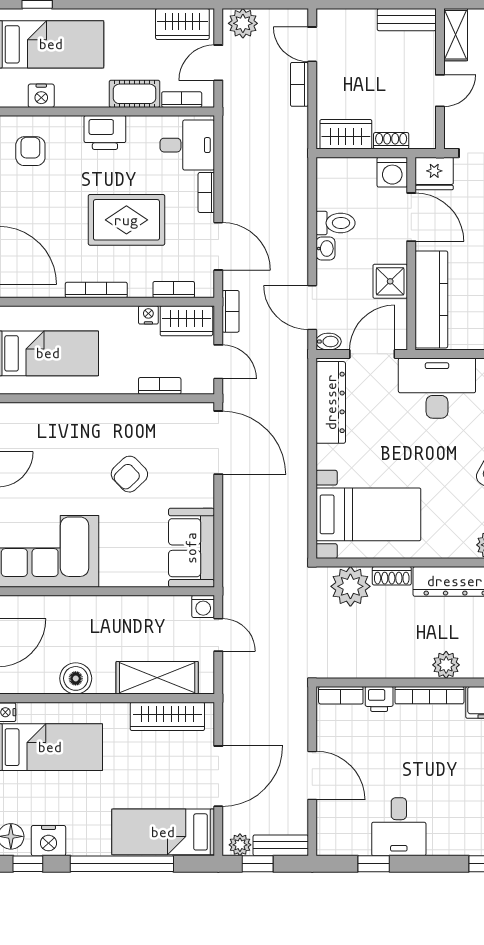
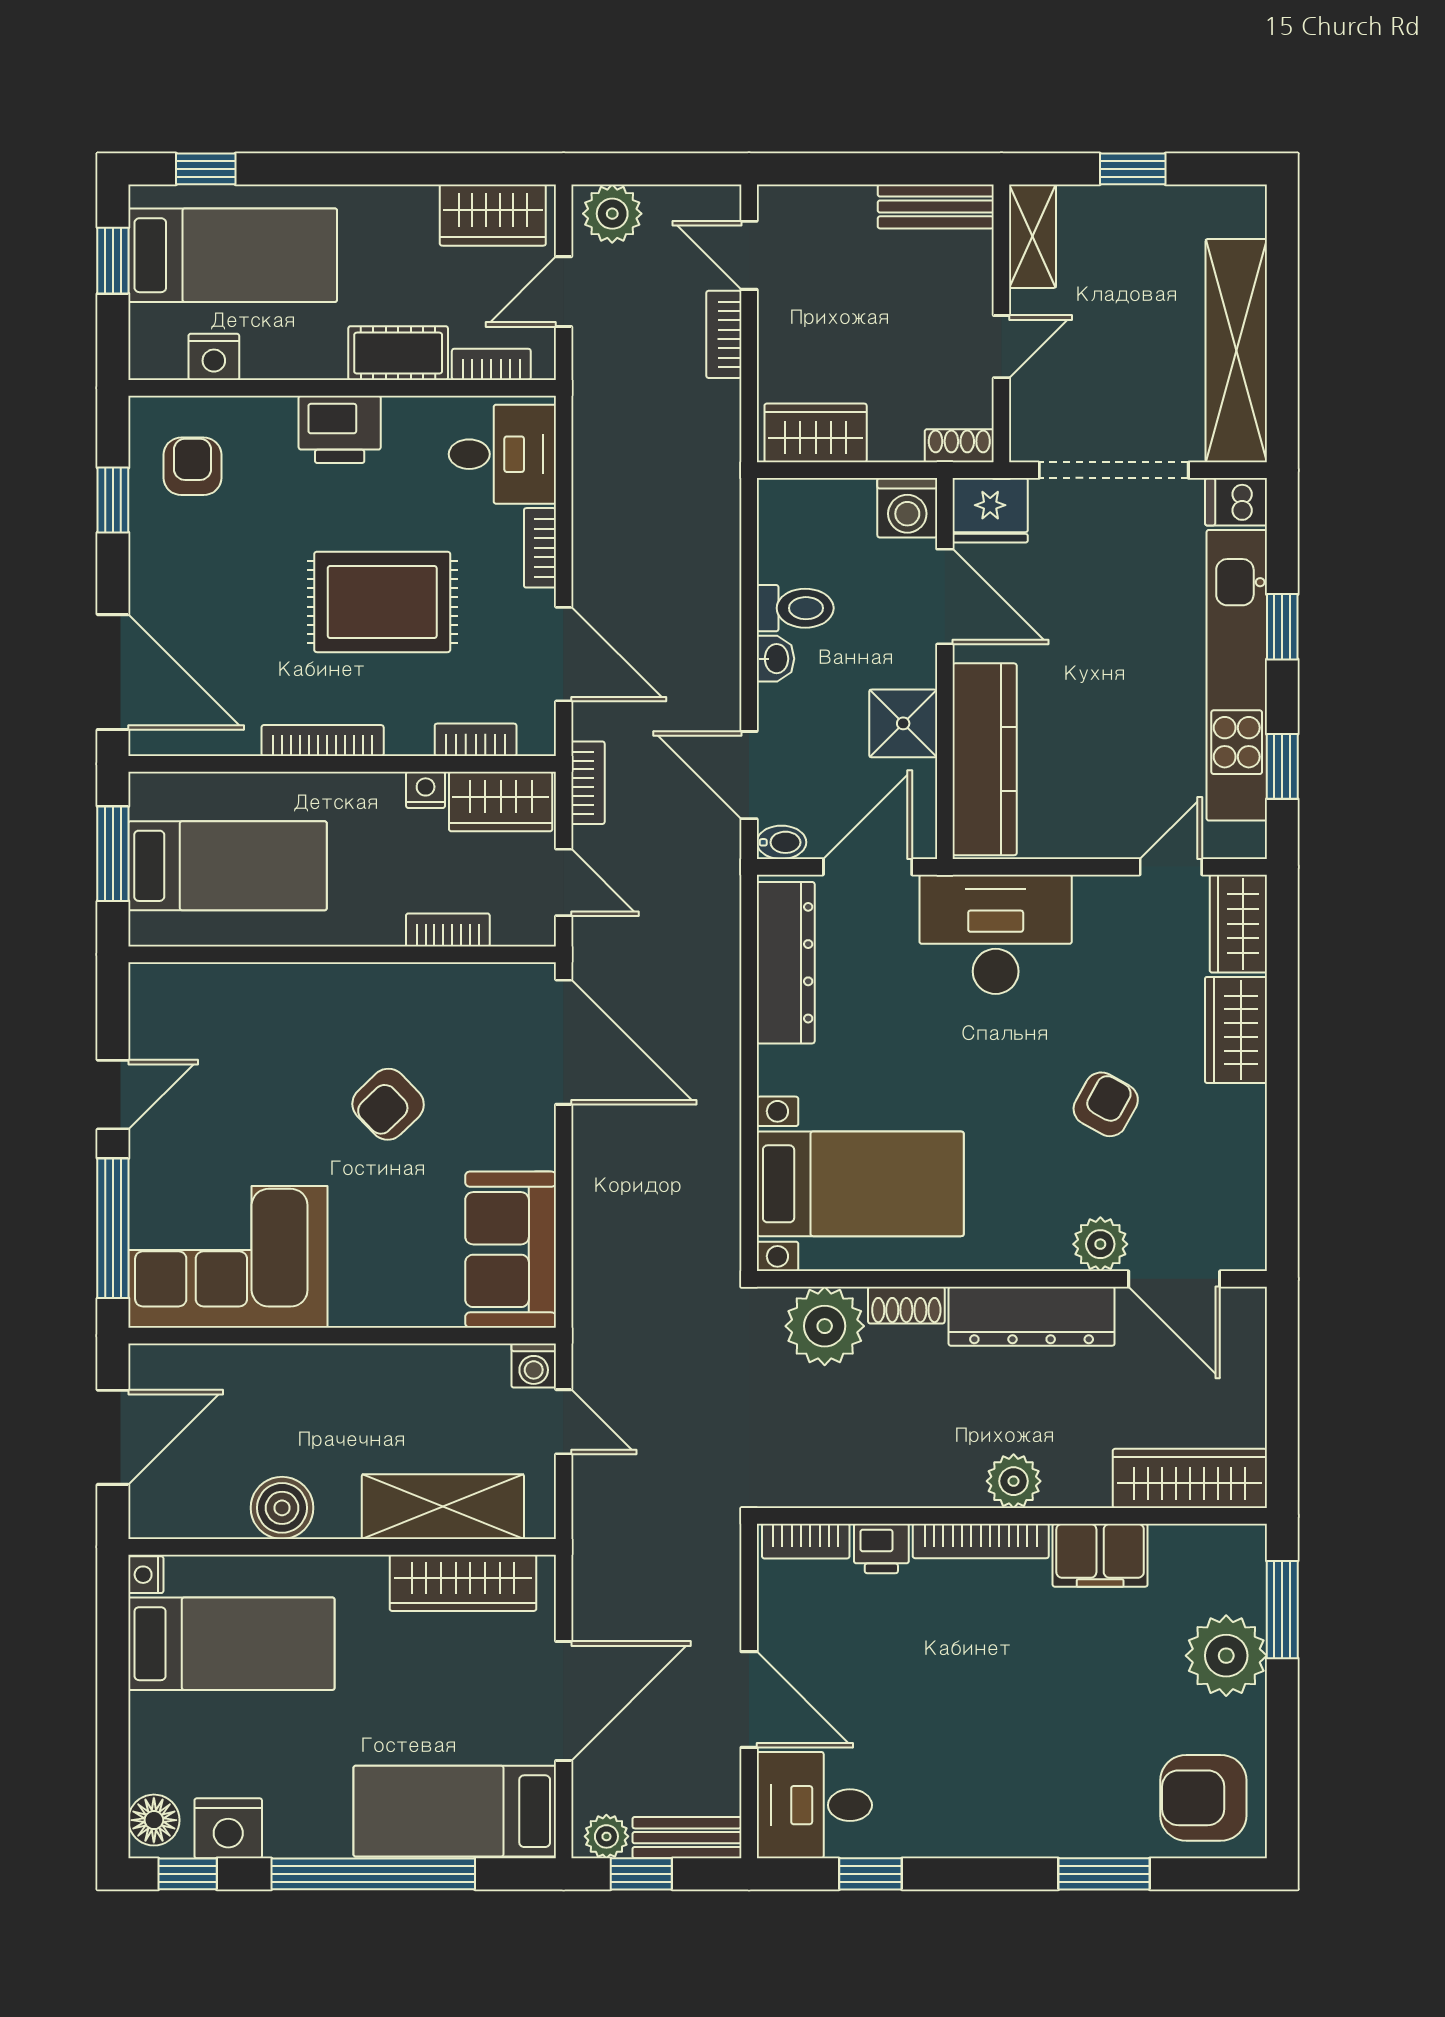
shoe rack: (391, 141) -> (959, 446), moved
desk: (399, 827) -> (814, 1805), moved, turned 90

